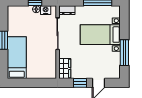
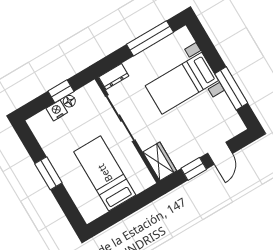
nightstand: (46, 10) -> (57, 110), moved
bed: (17, 58) -> (105, 173), moved

